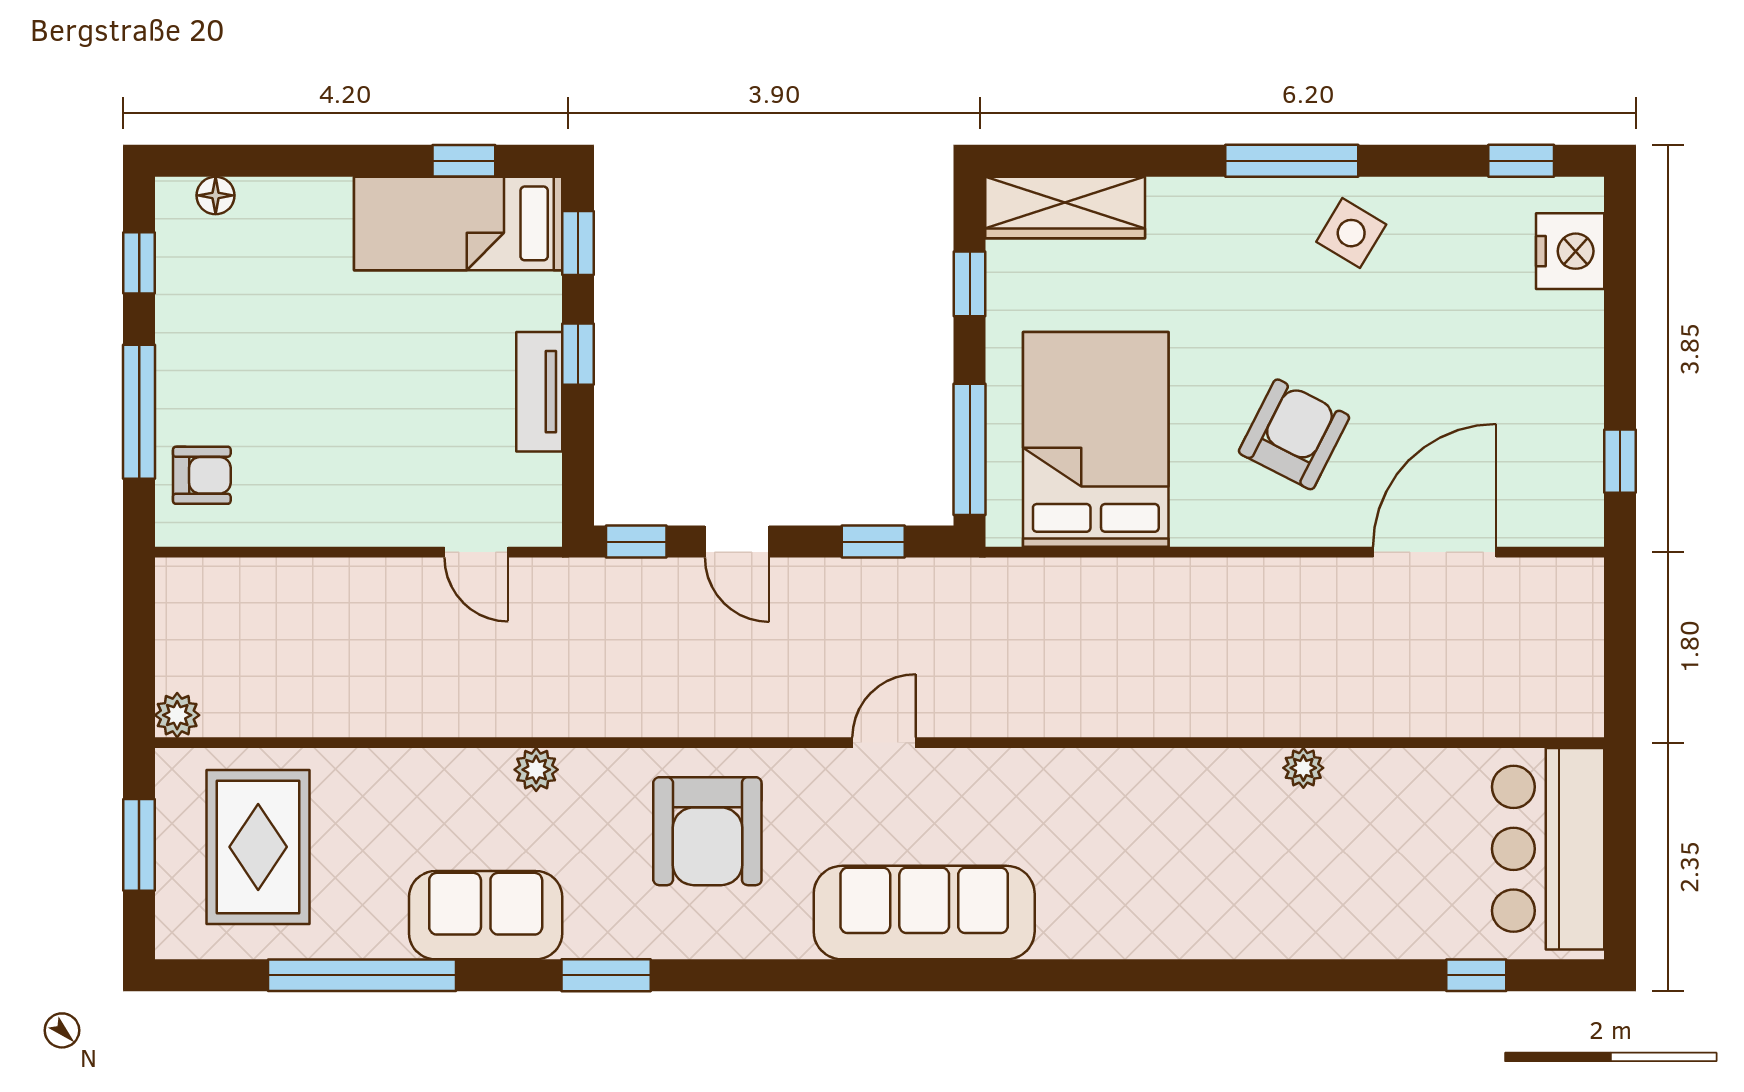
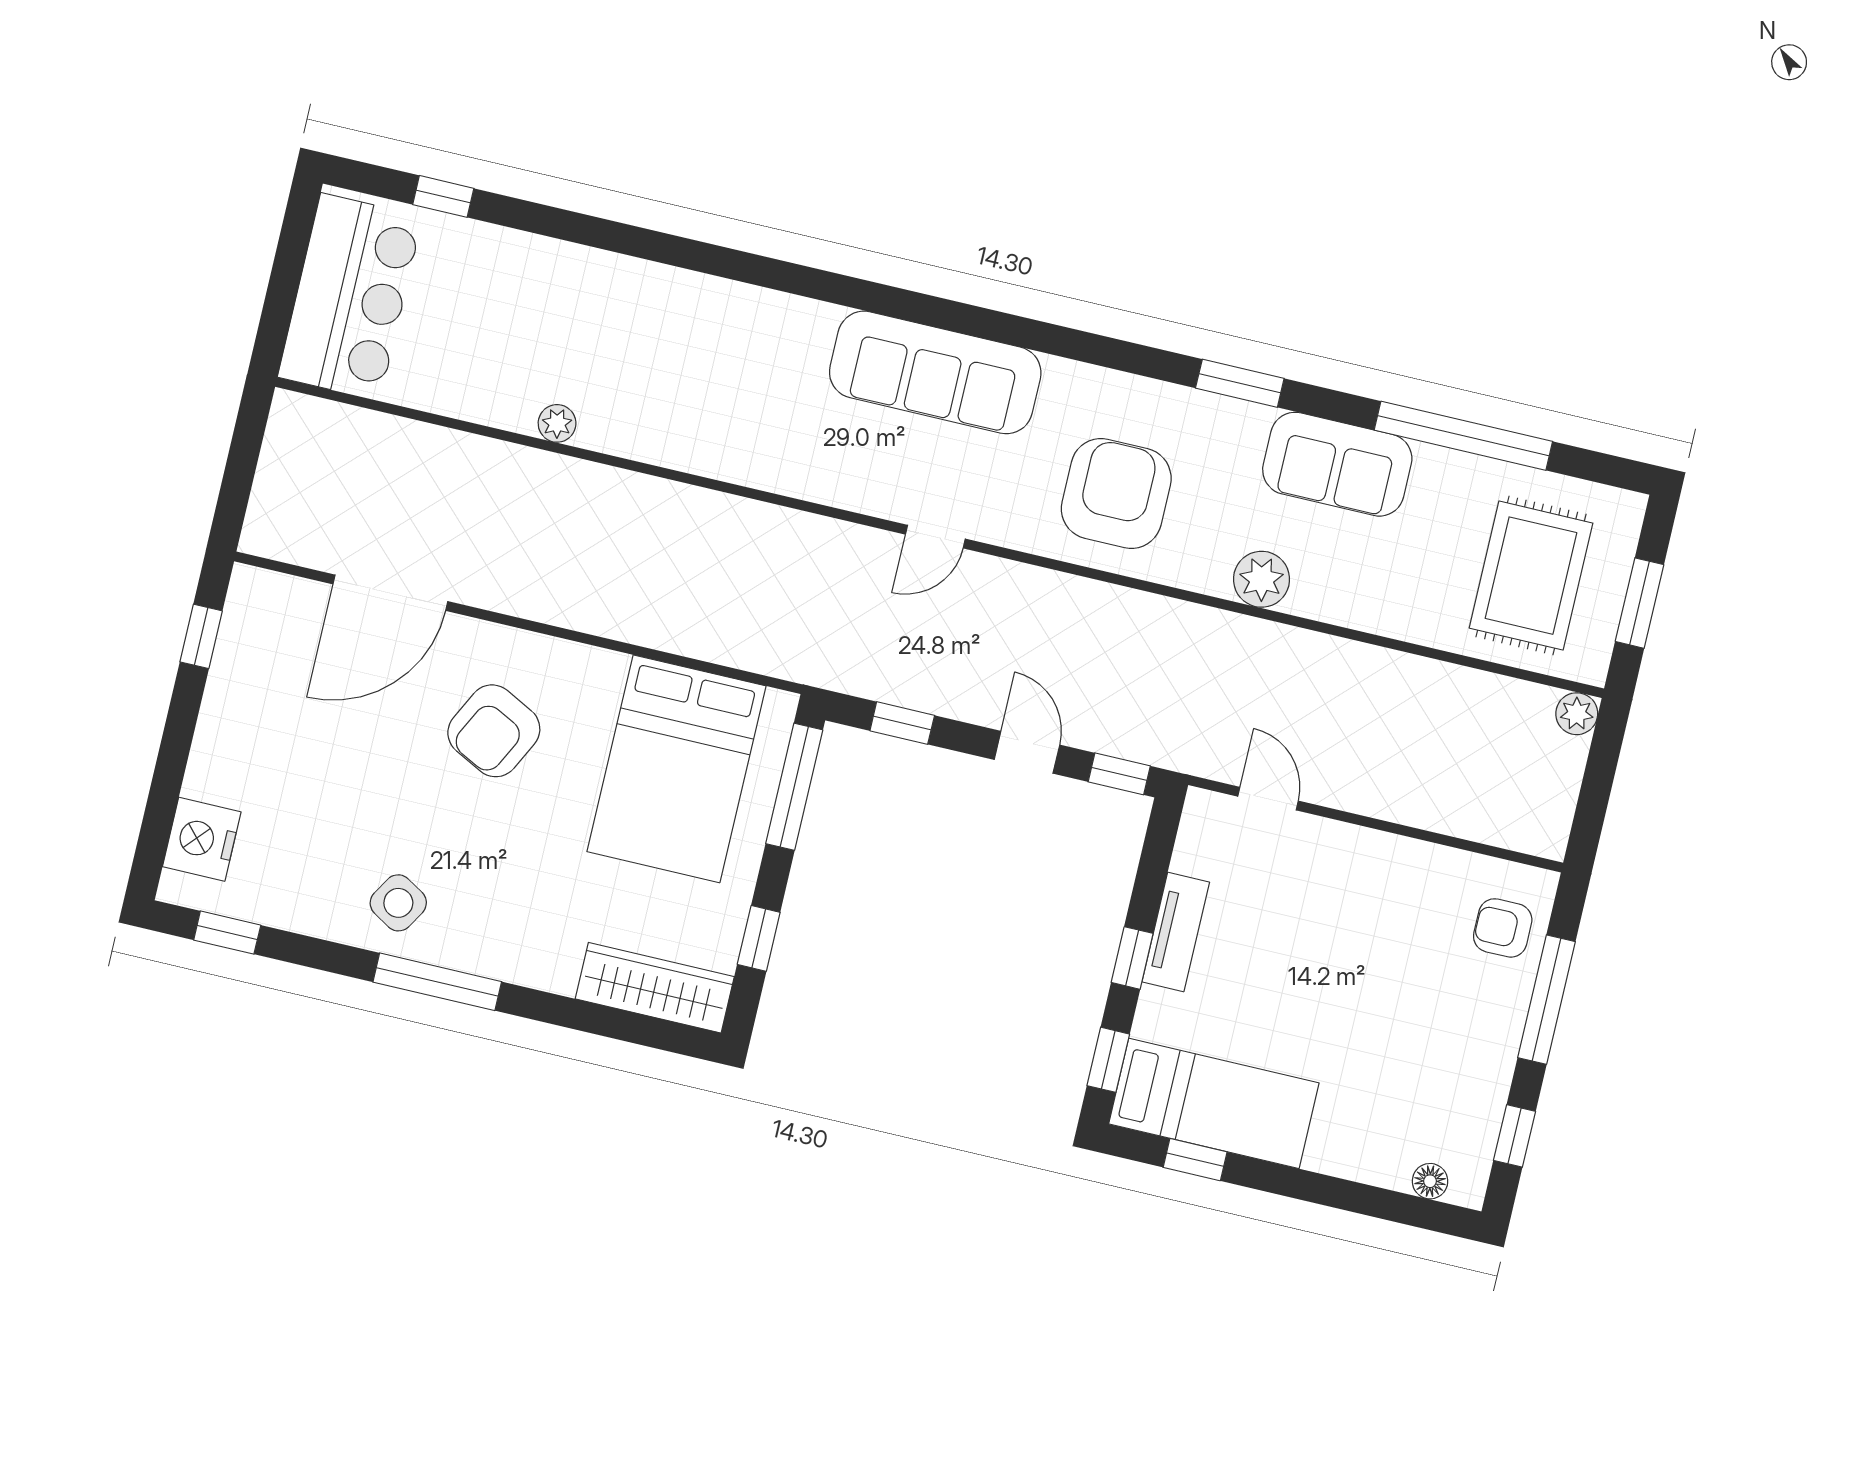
plant: (536, 770) -> (1262, 579), width x1.38, depth x1.38

